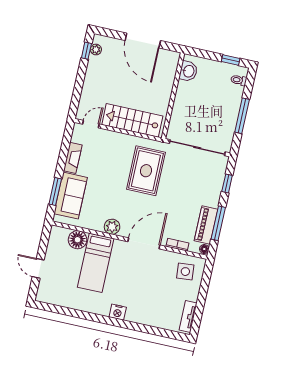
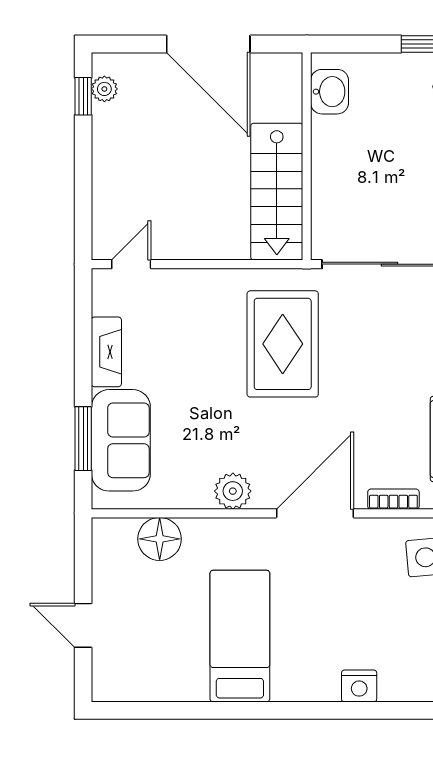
stairs: (132, 120) -> (277, 192), moved, turned -90
bed: (96, 263) -> (240, 636), moved, turned 180
nightstand: (118, 312) -> (359, 686), moved

